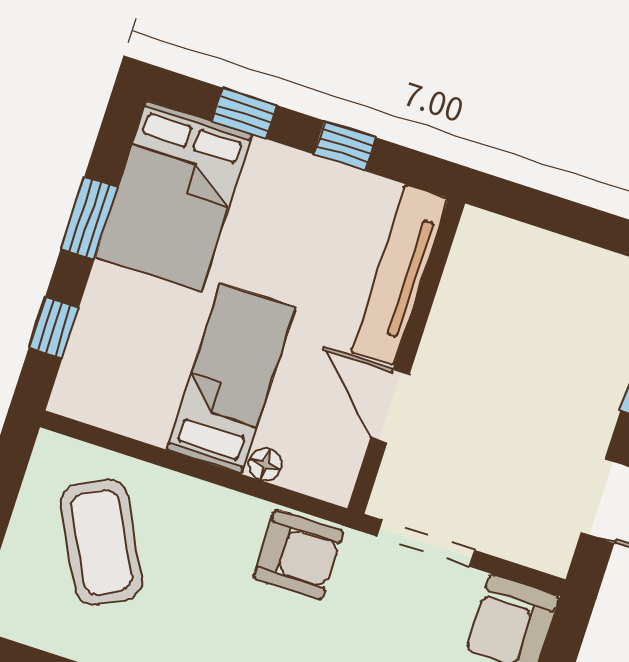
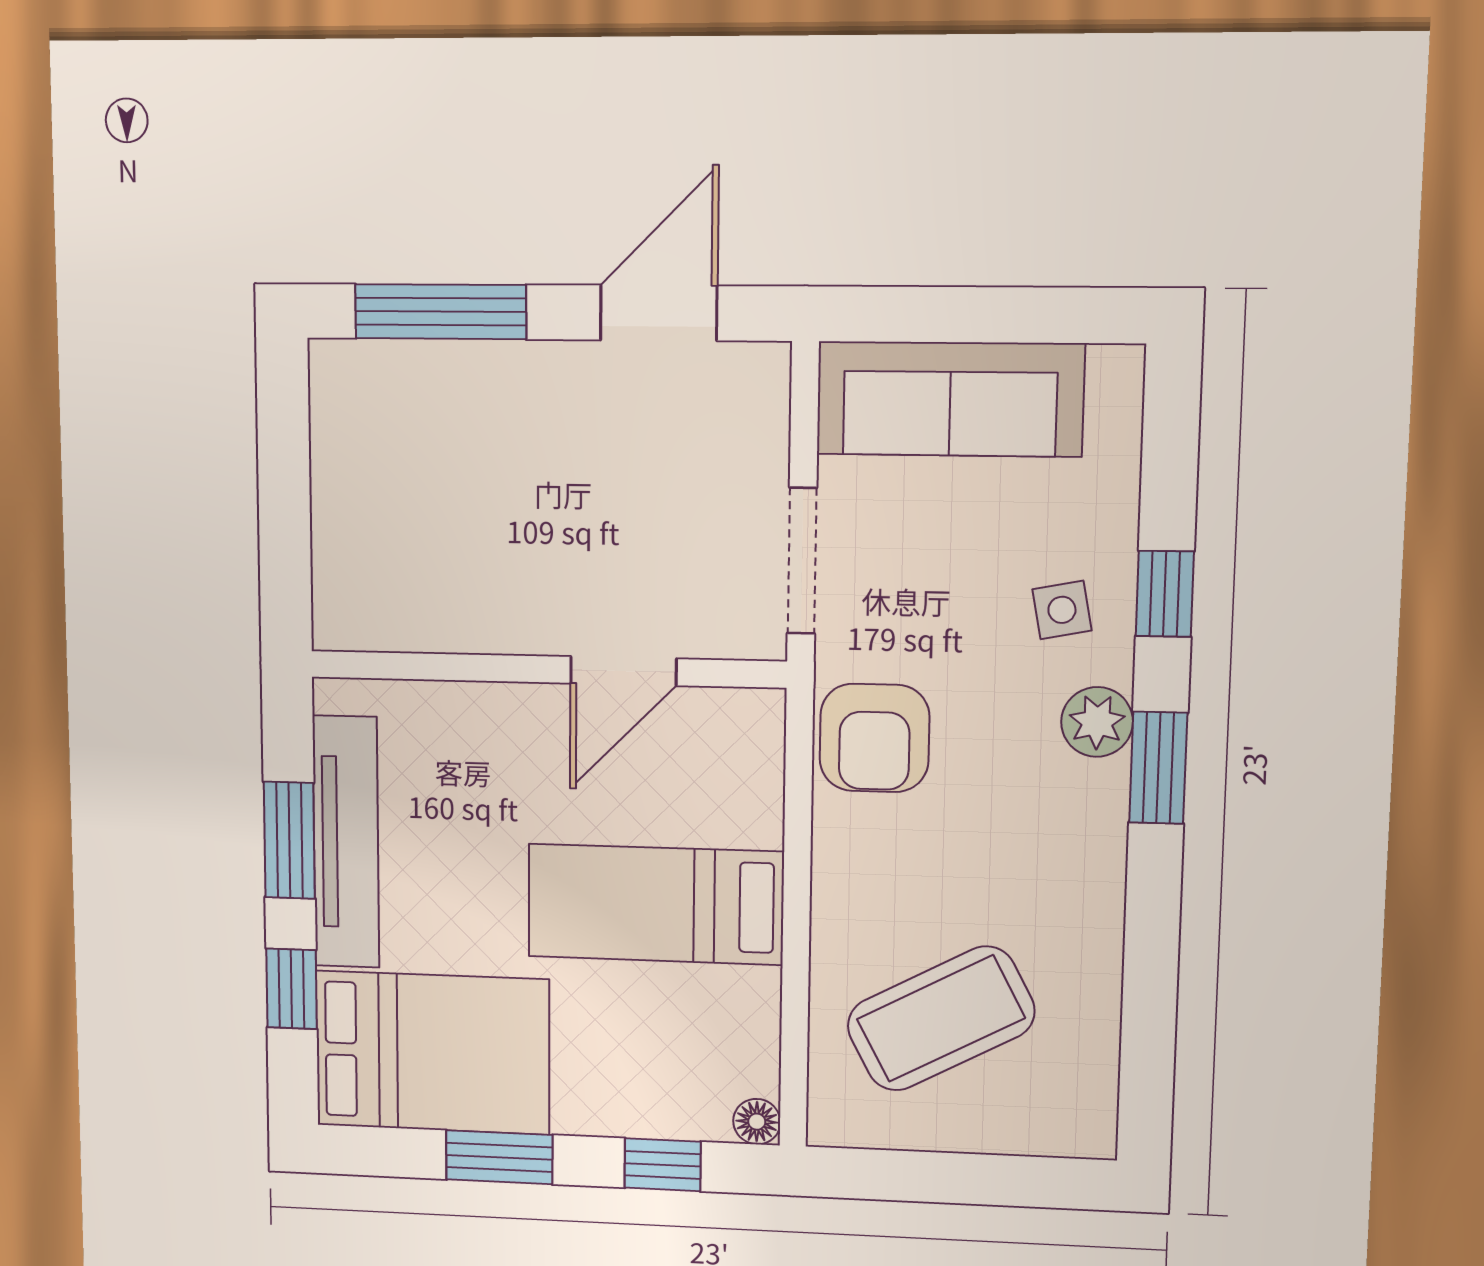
window: (345, 146) -> (289, 840), width x1.50
tv unit: (400, 275) -> (346, 842), moved, turned -90
floor lamp: (265, 465) -> (757, 1122), moved
armchair: (298, 555) -> (874, 738), turned 180

